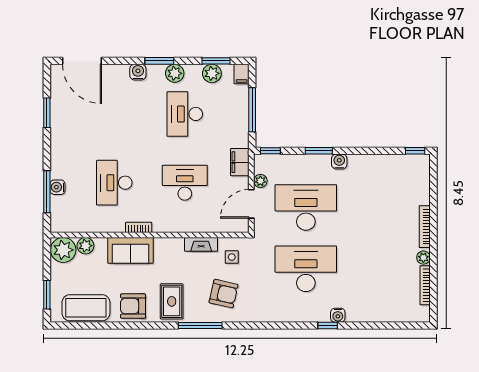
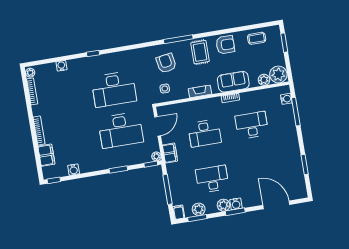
door: (82, 61) -> (276, 205), moved
water cooler: (138, 72) -> (236, 204), moved
desk: (185, 114) -> (212, 179), turned -90
water cooler: (339, 162) -> (74, 170), moved
plant: (260, 181) -> (156, 156), moved
desk: (114, 183) -> (252, 125), turned -90
water cooler: (58, 187) -> (286, 99), moved
filing cabinet: (420, 189) -> (46, 155), added
fireplace: (201, 244) -> (200, 91), moved
plant: (423, 258) -> (30, 73), moved
armchair: (224, 294) -> (166, 63), turned 68
coffee table: (86, 308) -> (257, 38), width x0.54, depth x0.58
water cooler: (338, 315) -> (61, 66), moved

